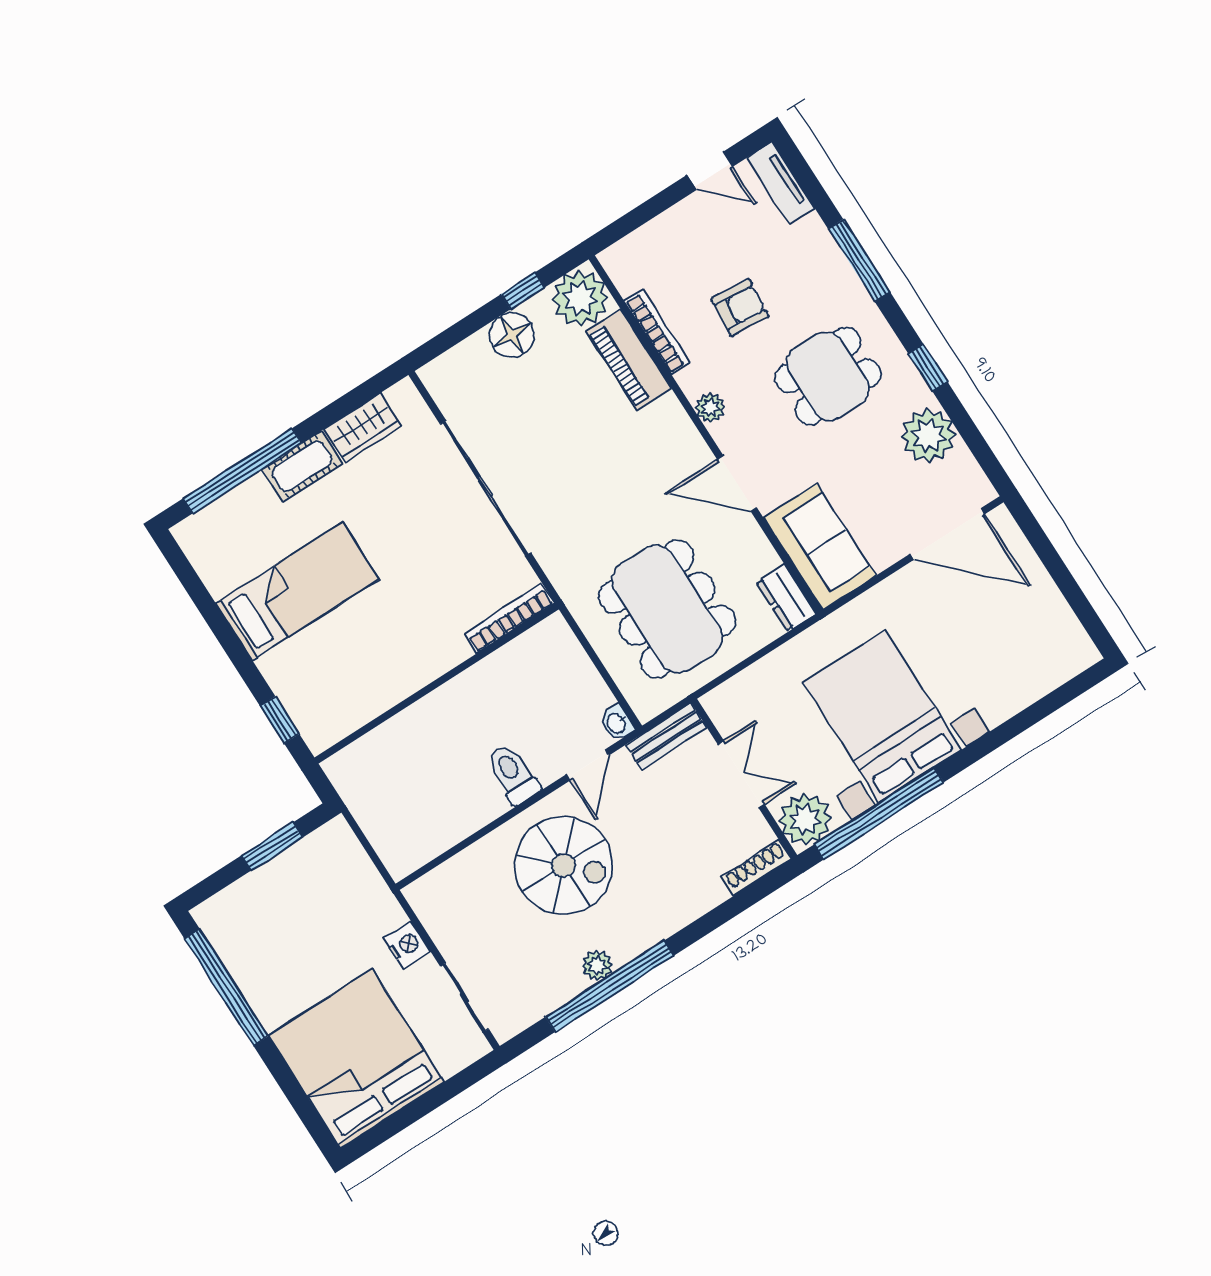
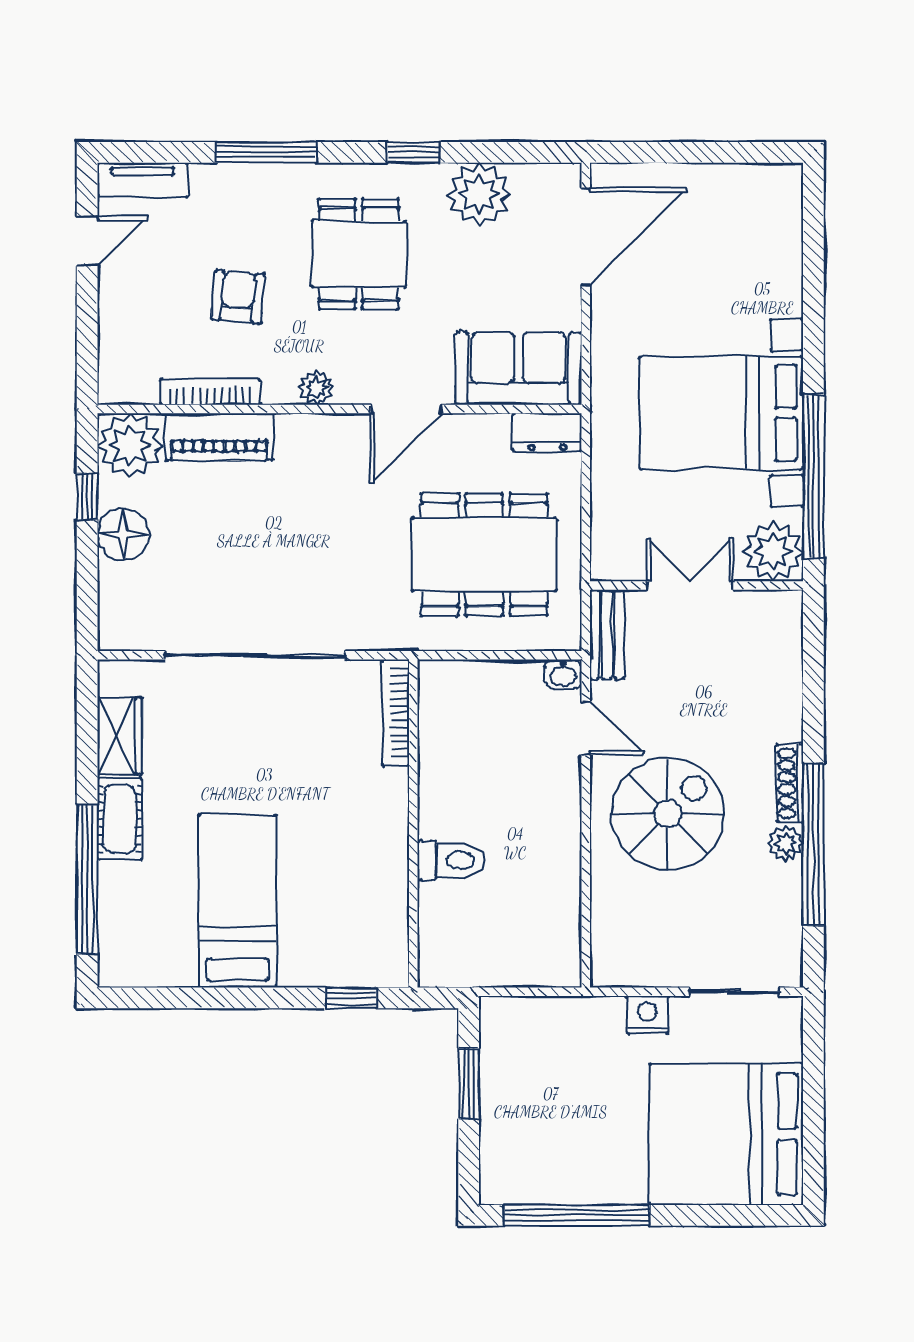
toilet: (513, 774) -> (451, 860), moved, turned 180
shoe rack: (756, 868) -> (790, 783), moved

